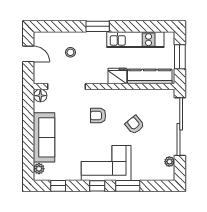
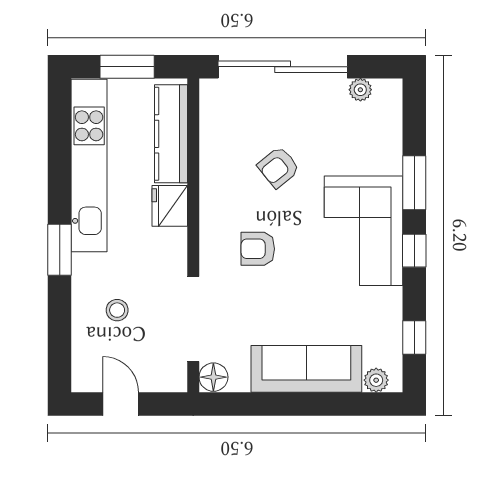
kitchen unit: (135, 40) -> (89, 166), width x1.36
door: (28, 54) -> (121, 404), hinge flipped
armchair: (98, 116) -> (258, 249), turned 90

